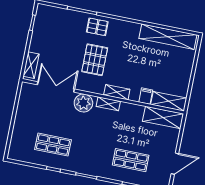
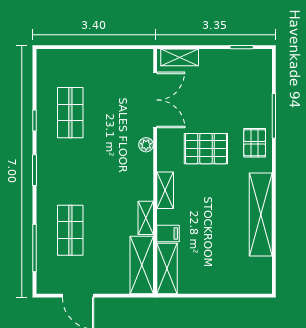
shelving: (168, 37) -> (261, 214), moved
plant: (83, 103) -> (146, 145), width x0.53, depth x0.53
shelving: (108, 104) -> (146, 218), moved

